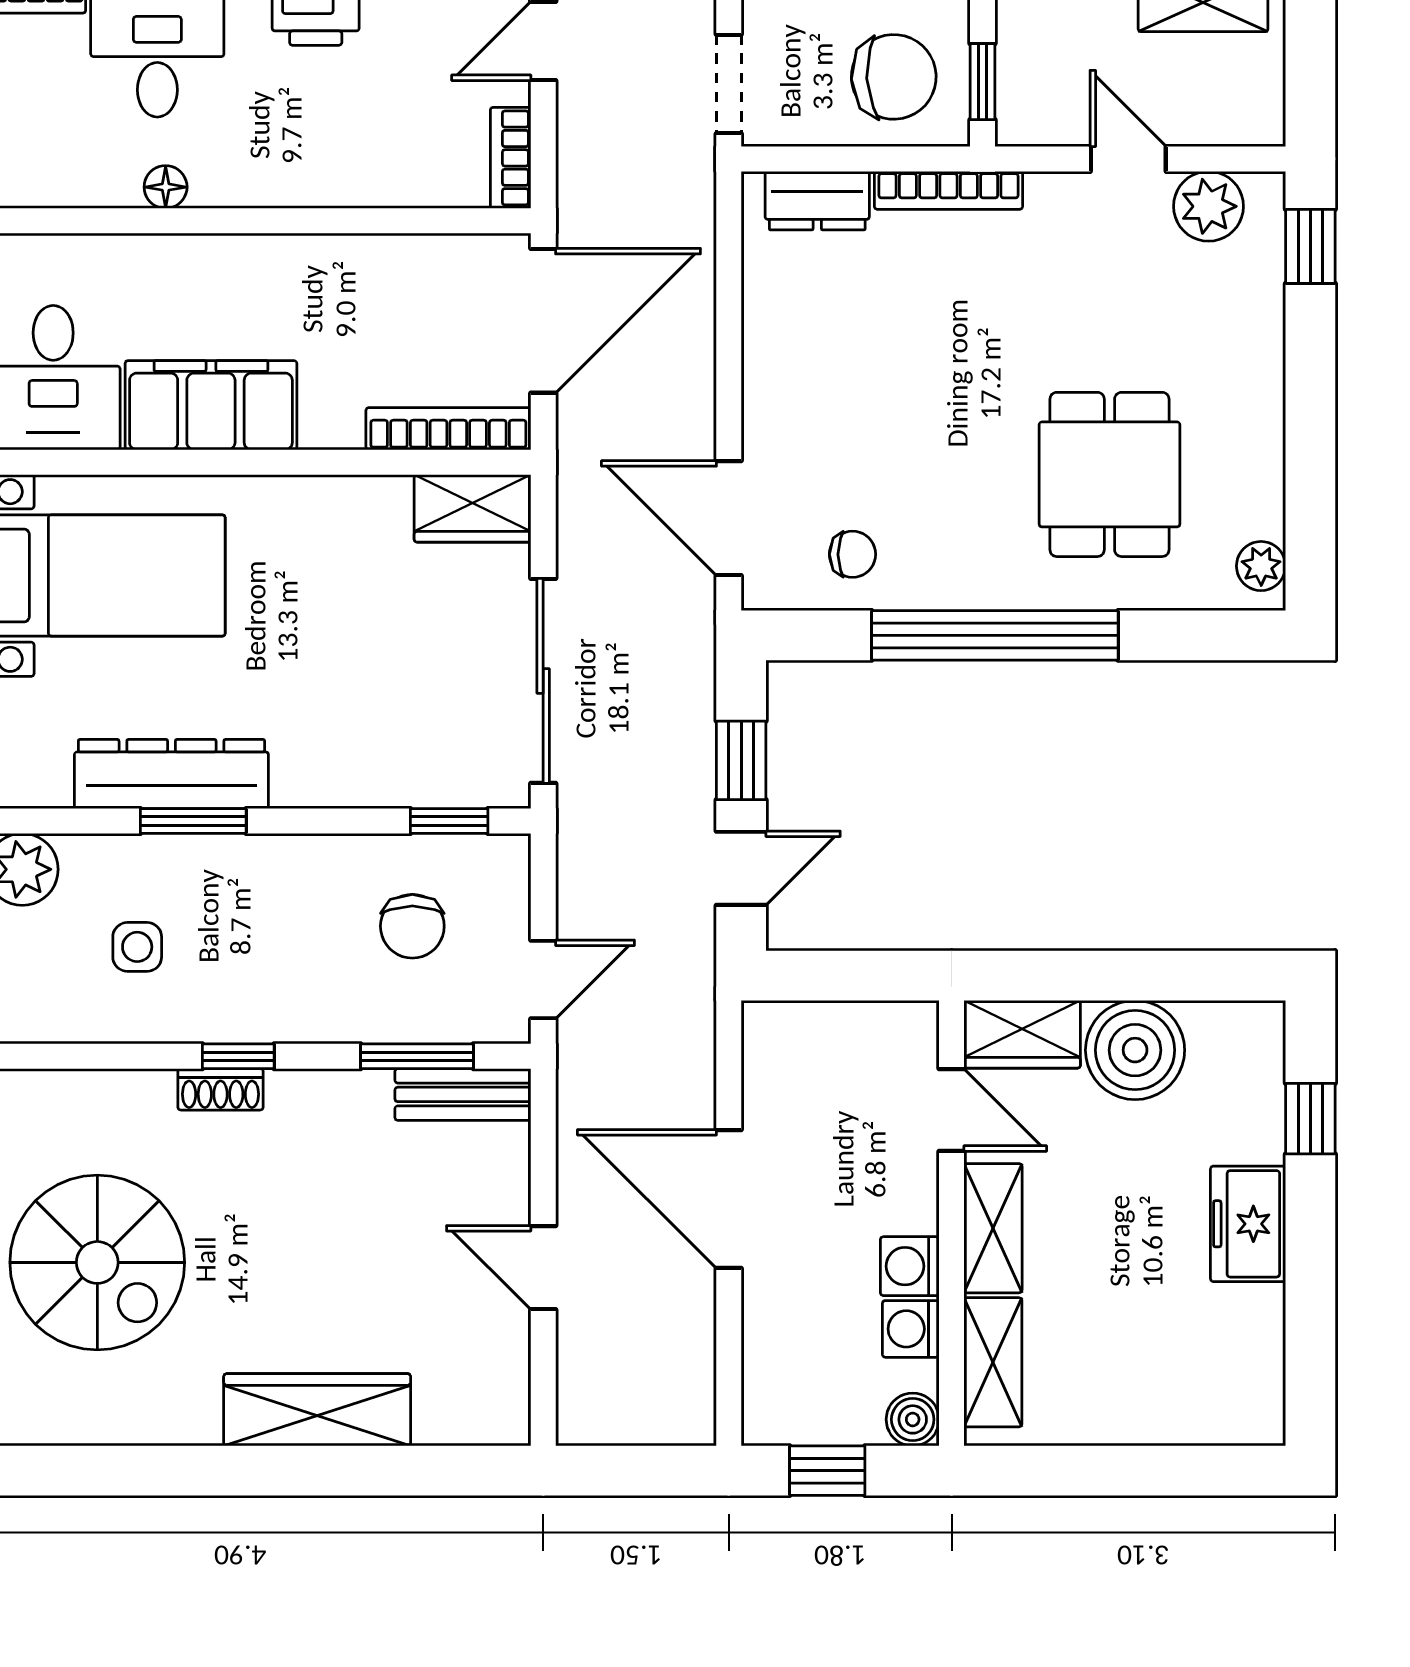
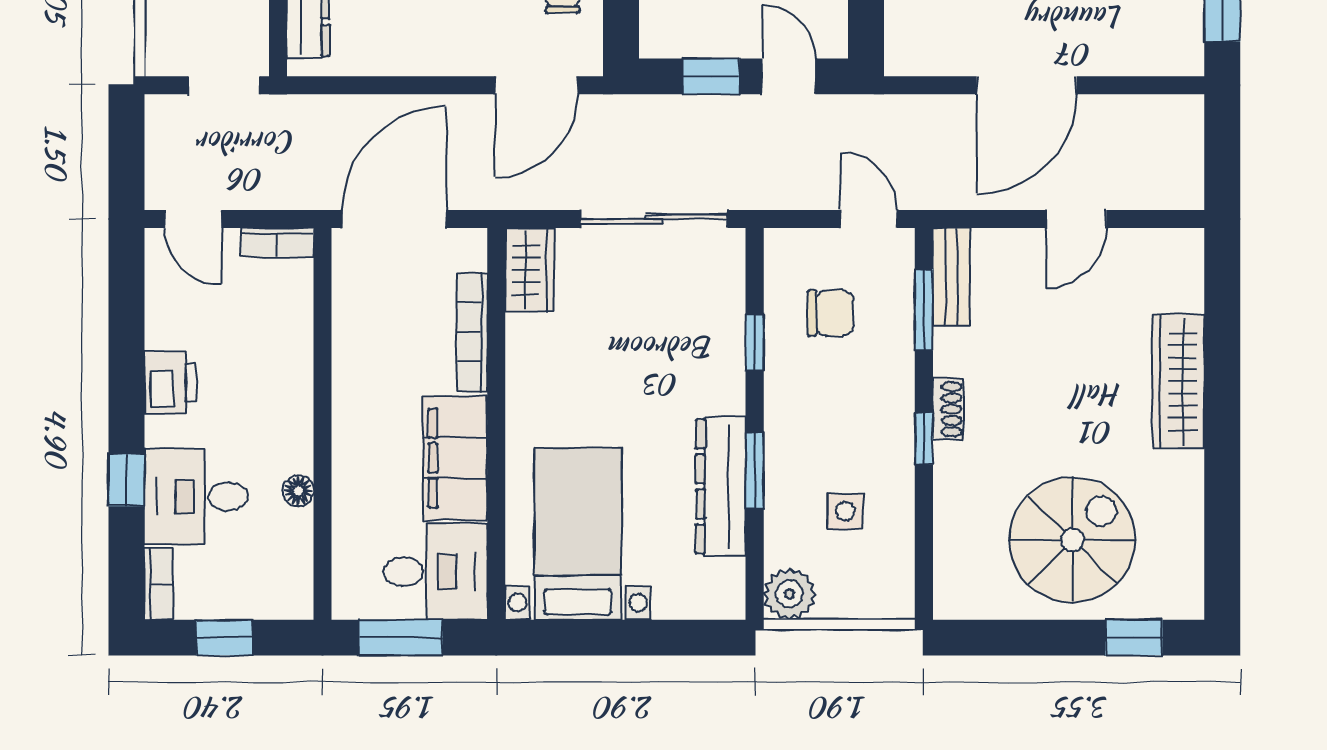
door: (543, 321) -> (394, 219), hinge flipped
bookcase: (448, 429) -> (472, 332), moved
window: (449, 821) -> (755, 343), moved
shoe rack: (221, 1089) -> (948, 409), moved

